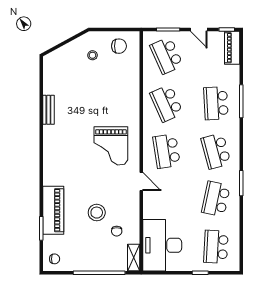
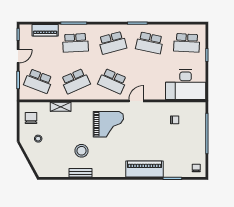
piano: (232, 48) -> (45, 30), moved
school desk: (167, 55) -> (38, 81), turned 45
school desk: (167, 151) -> (113, 81), turned 33
piano: (53, 210) -> (145, 169), moved
stool: (97, 213) -> (82, 151), moved
shelving: (134, 258) -> (61, 107), moved

